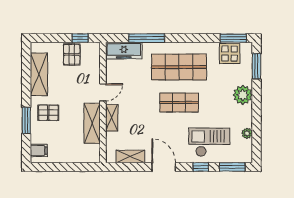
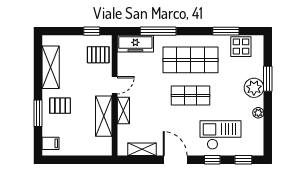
window: (233, 38) -> (226, 31), moved
pallet: (72, 54) -> (98, 55), moved, turned 90
window: (257, 66) -> (268, 79), moved
plant: (247, 133) -> (258, 113), moved
window: (232, 167) -> (243, 160), width x0.67

